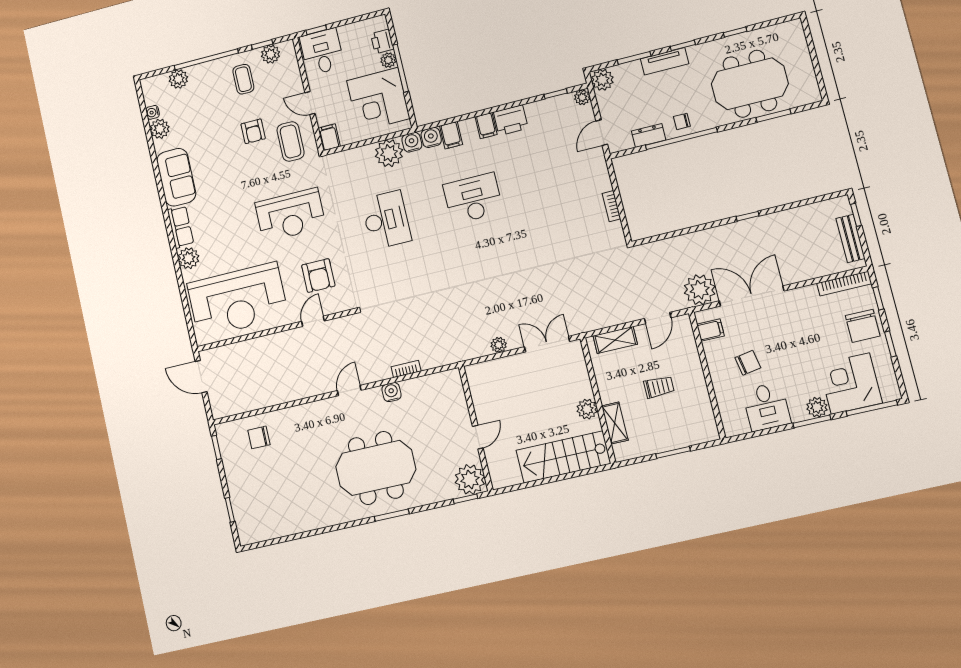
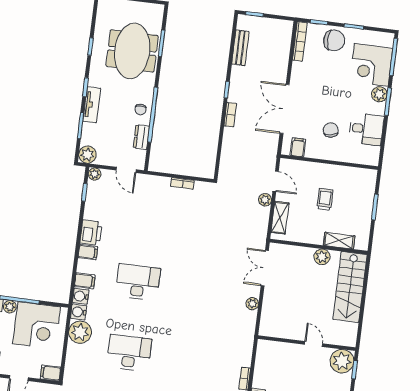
desk: (473, 198) -> (138, 282), turned 90
bookcase: (718, 232) -> (230, 115), added
bench: (850, 238) -> (240, 48), moved, turned 90
plant: (700, 290) -> (265, 200), moved, width x0.53, depth x0.53

